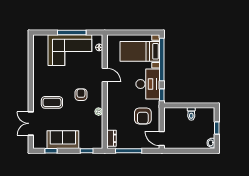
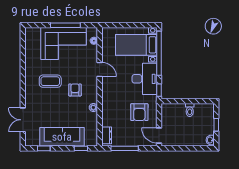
coffee table: (52, 102) -> (50, 81), moved
sofa: (63, 140) -> (62, 137), width x1.36

